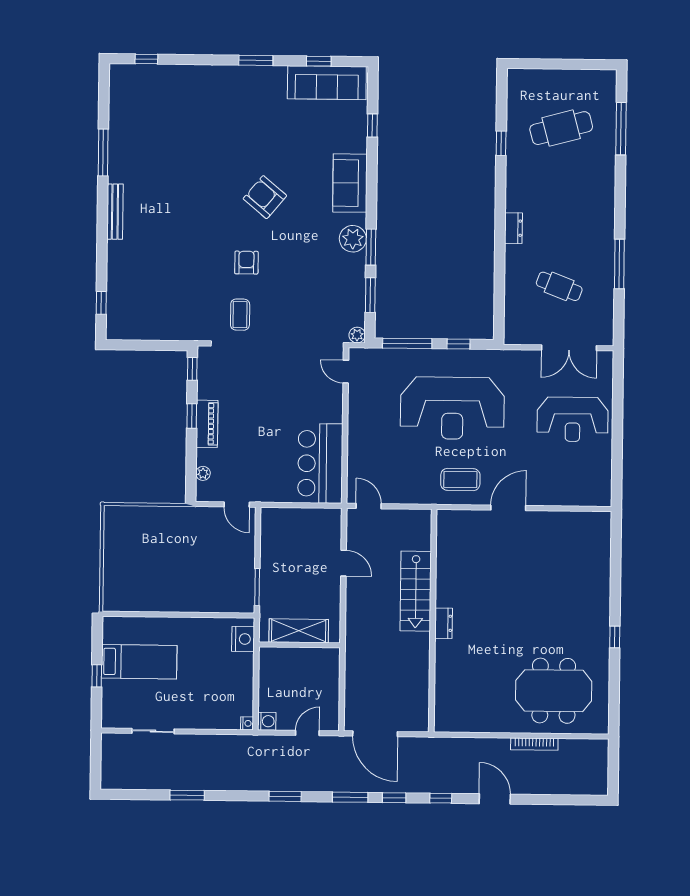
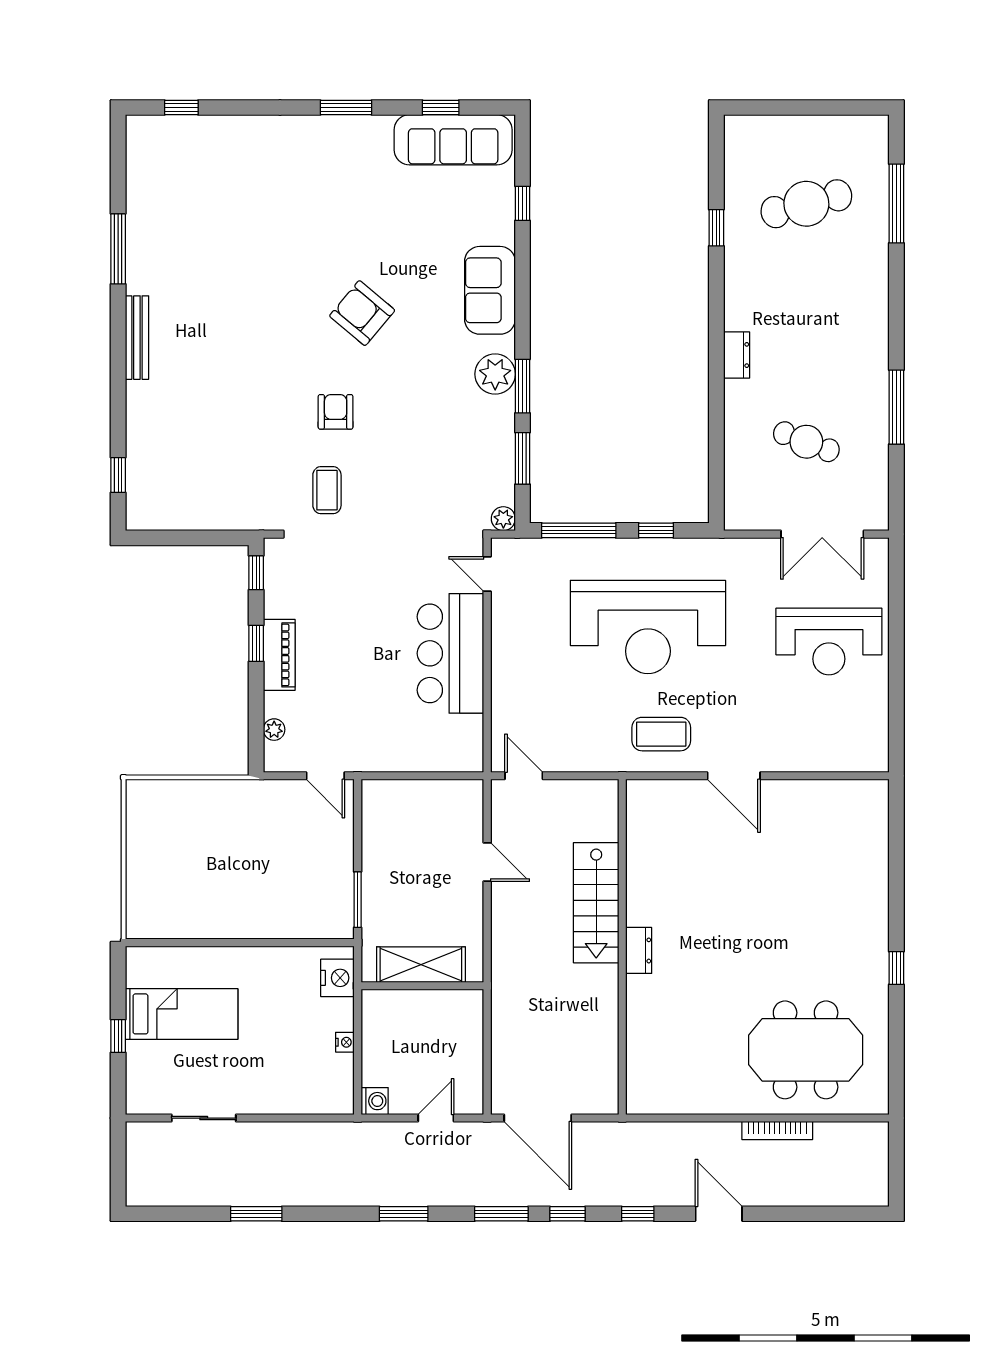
bar counter: (320, 463) -> (450, 653), moved
door: (508, 508) -> (734, 776), swing flipped
nightstand: (247, 723) -> (345, 1042), moved

